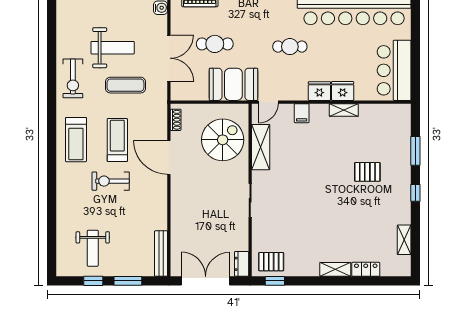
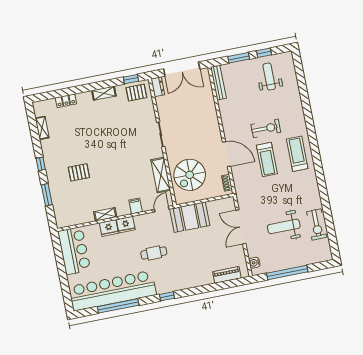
cafe table: (215, 44) -> (209, 244), removed
exercise bike: (73, 78) -> (317, 224), moved, turned 180
exercise mat: (125, 85) -> (269, 201), removed
shelving: (335, 269) -> (104, 93), moved

